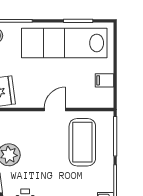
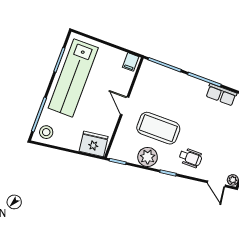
filing cabinet: (104, 80) -> (131, 62), moved
coffee table: (82, 142) -> (158, 128), moved

